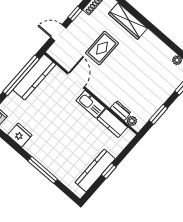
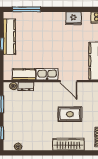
rug: (102, 48) -> (70, 114), turned 90
window: (43, 170) -> (26, 9), moved

